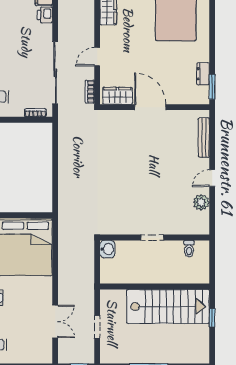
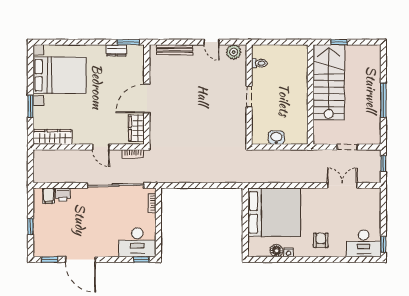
doorway: (152, 237) -> (249, 97), moved
wall: (155, 237) -> (249, 95), moved
toilet: (189, 249) -> (259, 63), moved

